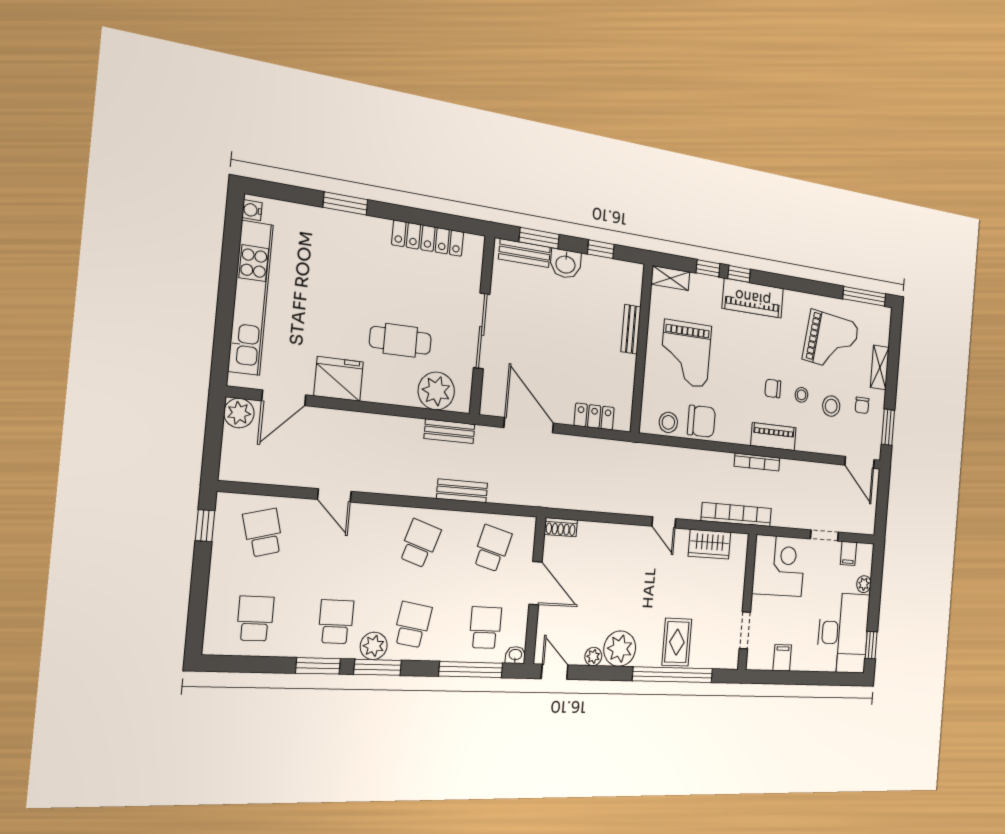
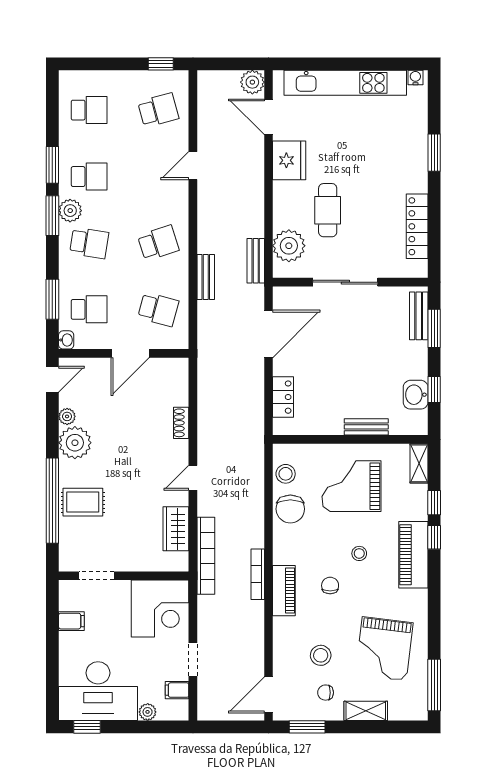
washbasin: (566, 264) -> (416, 395), moved
stool: (801, 395) -> (359, 553), moved
shoe rack: (561, 527) -> (181, 423), moved
school desk: (420, 543) -> (158, 243), turned -36
window: (471, 670) -> (52, 299), width x0.69

